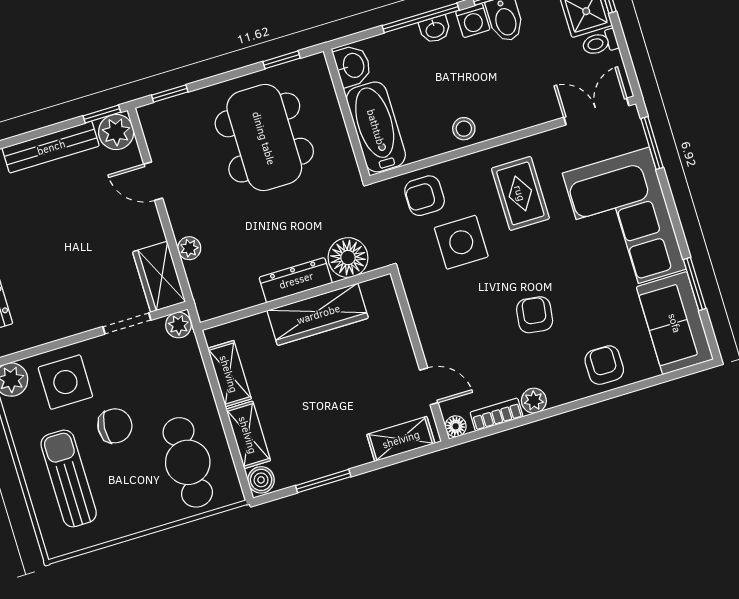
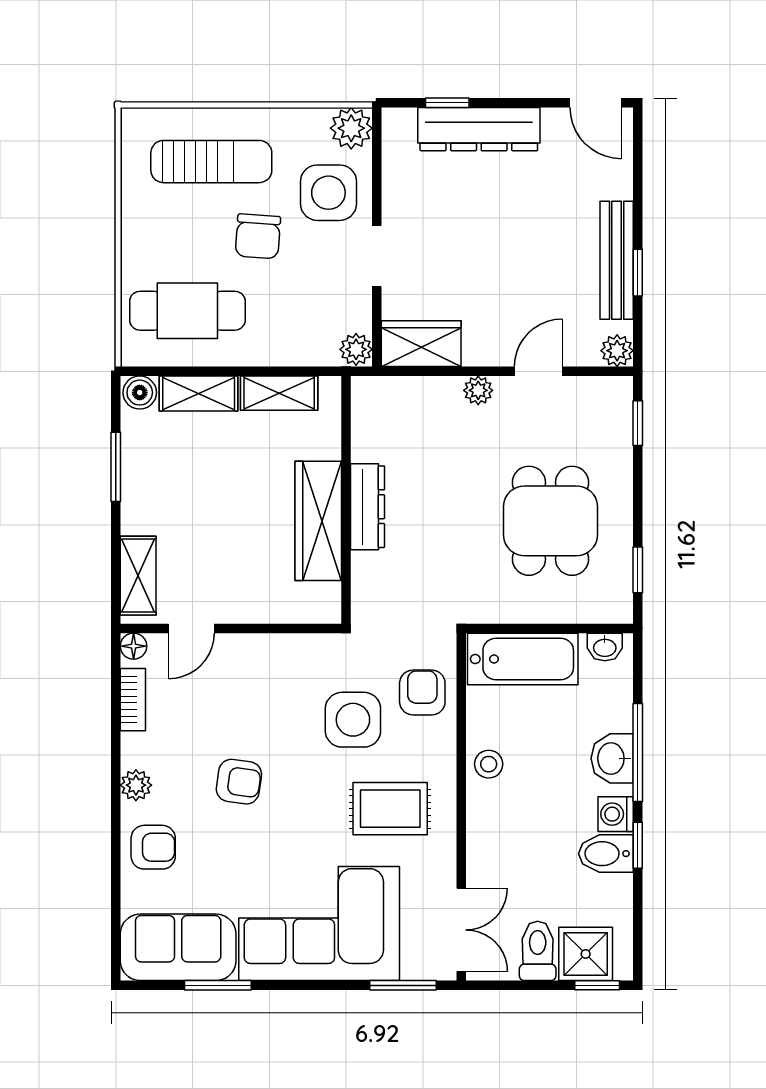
washbasin: (435, 29) -> (612, 758), width x1.38, depth x1.45
toilet: (600, 43) -> (538, 951), width x1.37, depth x1.39
washbasin: (353, 66) -> (605, 647), width x0.72, depth x0.69
window: (102, 114) -> (638, 273), moved
plant: (116, 132) -> (617, 351), width x0.73, depth x0.73
dining table: (264, 138) -> (550, 521), width x0.73
plant: (189, 248) -> (478, 390), moved
floor lamp: (348, 258) -> (376, 578), removed
doorway: (127, 323) -> (377, 256), moved
plant: (534, 401) -> (136, 785), moved

